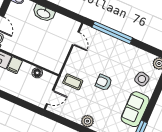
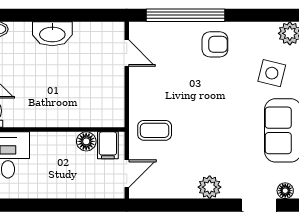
filing cabinet: (15, 65) -> (108, 145), moved
armchair: (104, 82) -> (215, 44), moved, turned 180

